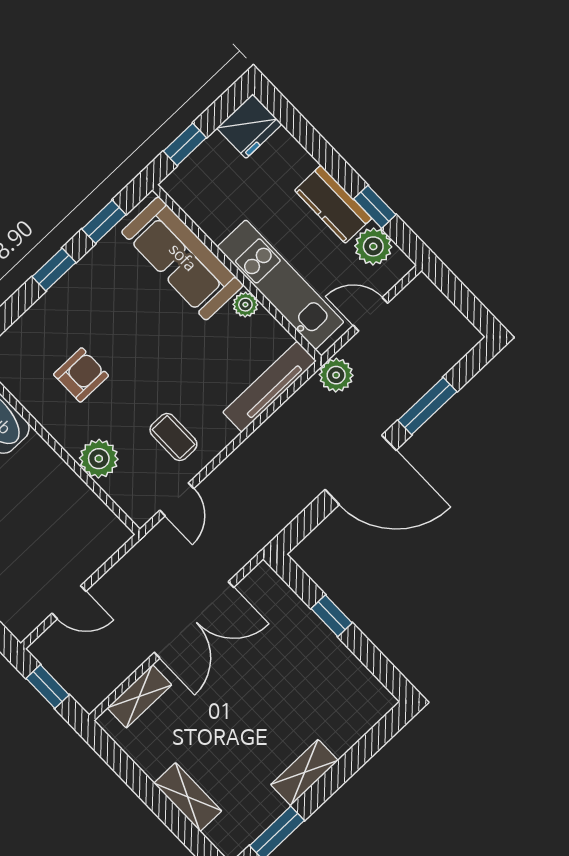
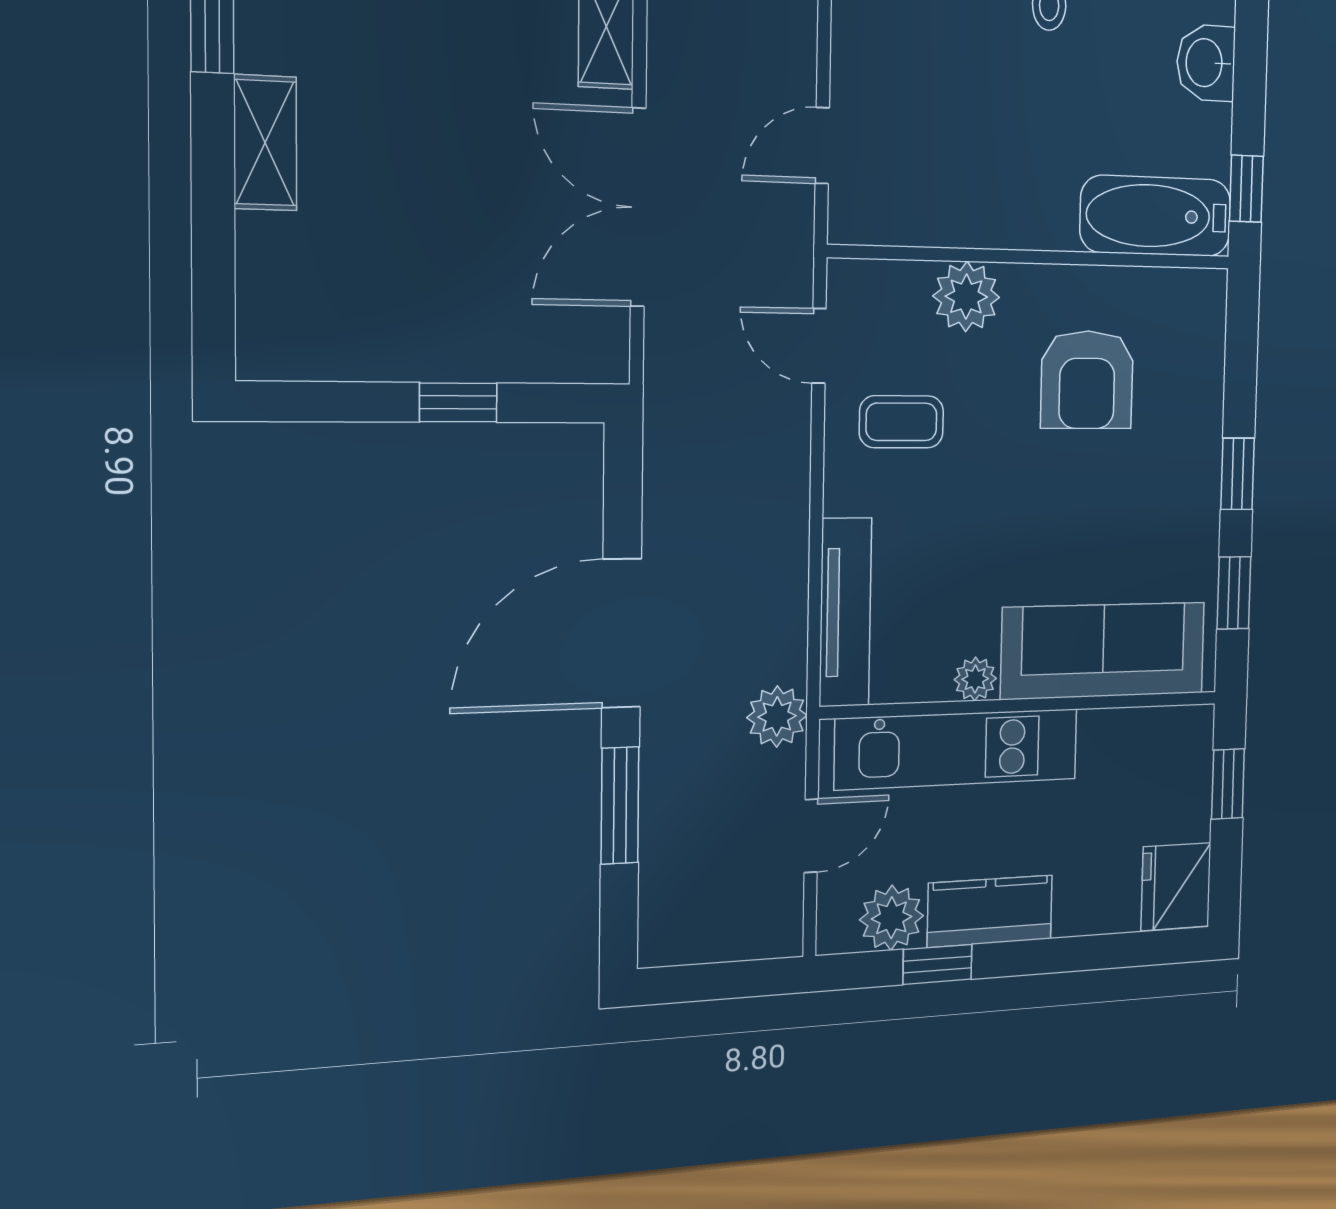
armchair: (81, 375) -> (1087, 380), width x1.38, depth x1.38
door: (69, 602) -> (822, 146), moved

